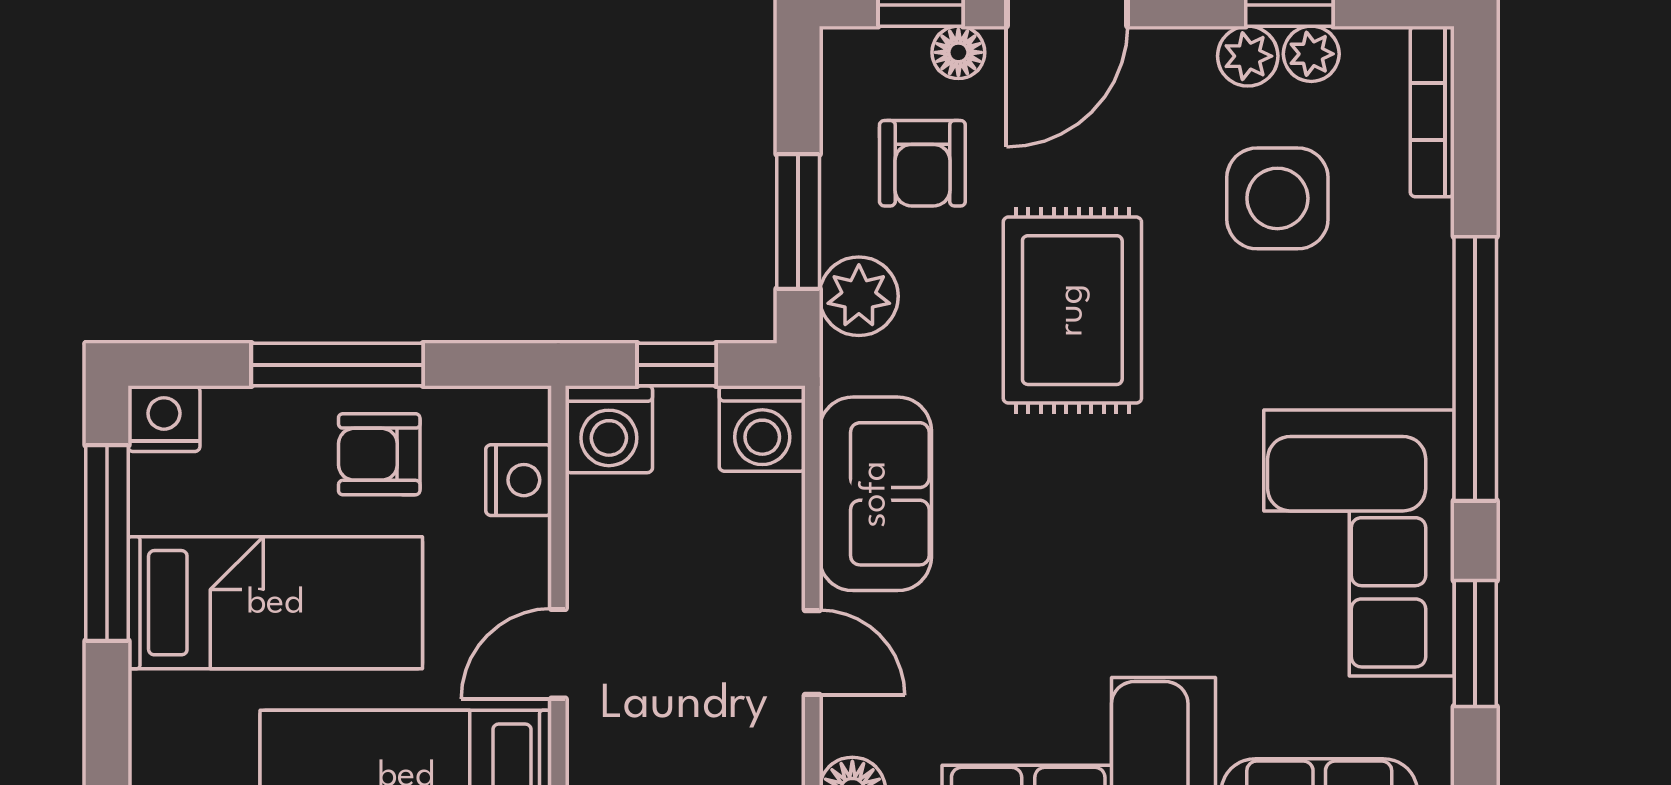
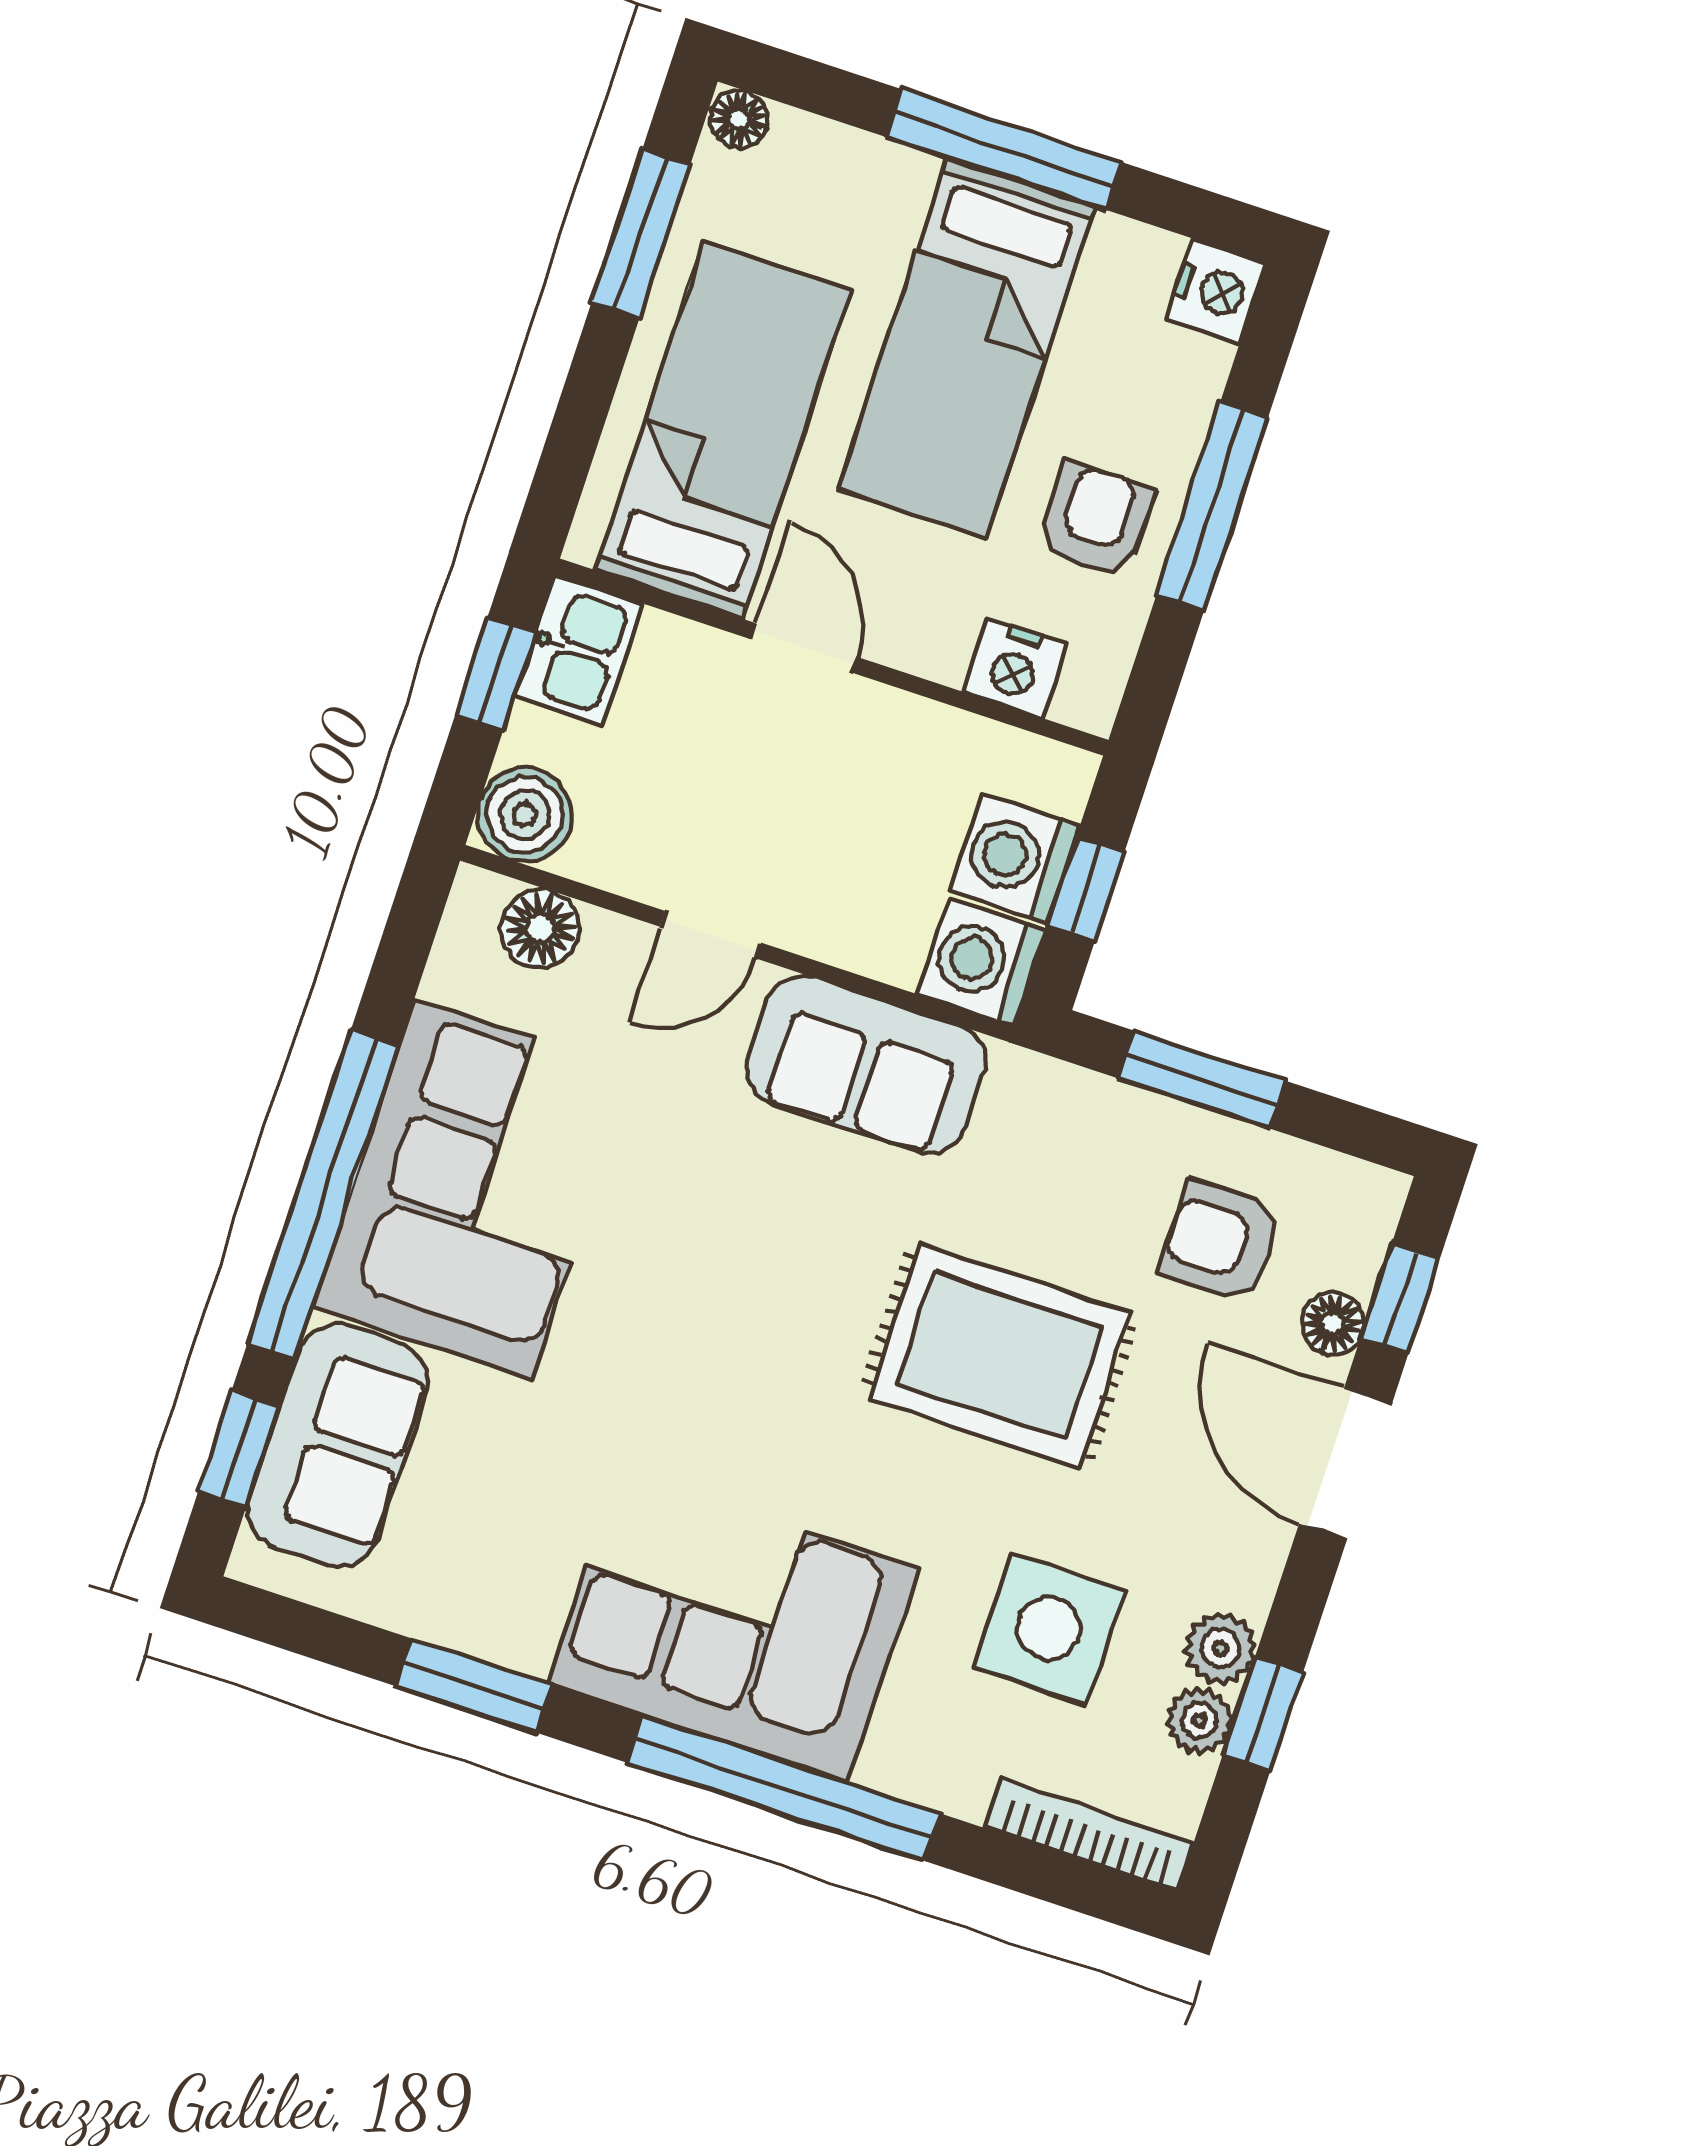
plant: (859, 296) -> (1095, 1120), removed
washing machine: (609, 429) -> (1015, 858), moved
window: (107, 543) -> (1003, 149), moved
corner sofa: (1359, 543) -> (733, 1626), moved

